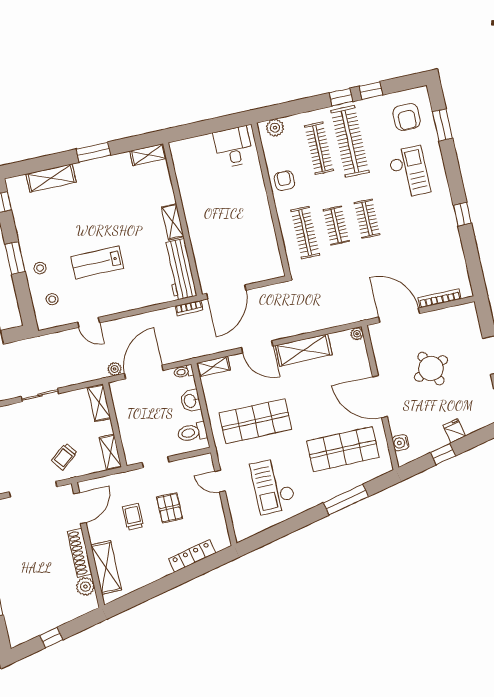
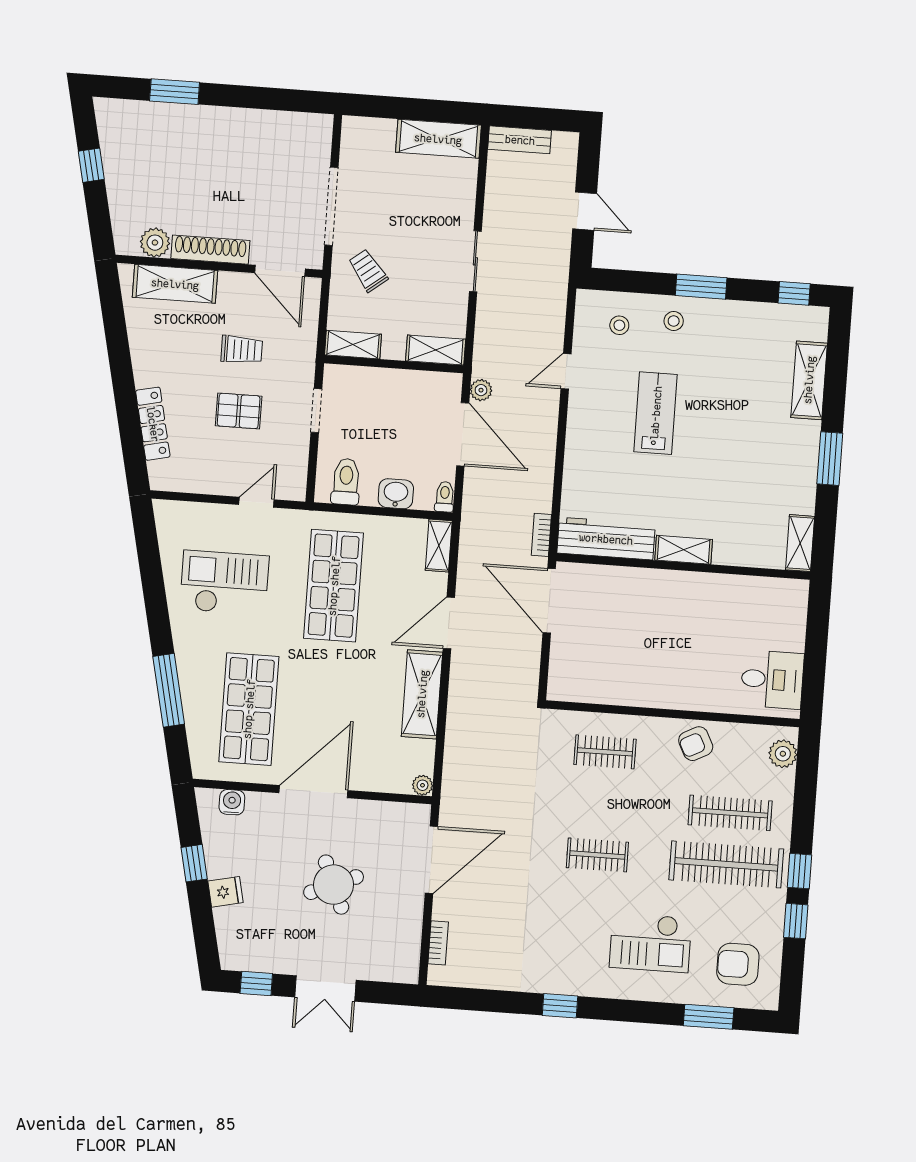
armchair: (284, 181) -> (696, 744), turned 153
clothes rail: (336, 226) -> (601, 803), removed
clothes rail: (305, 232) -> (605, 752), width x0.73
bookcase: (440, 298) -> (438, 943), width x0.64

